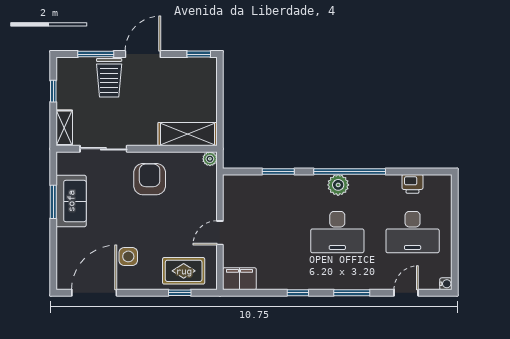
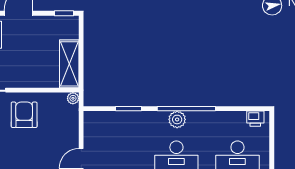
shelving: (188, 134) -> (69, 64), moved, turned 90
printer: (412, 184) -> (255, 119), moved

